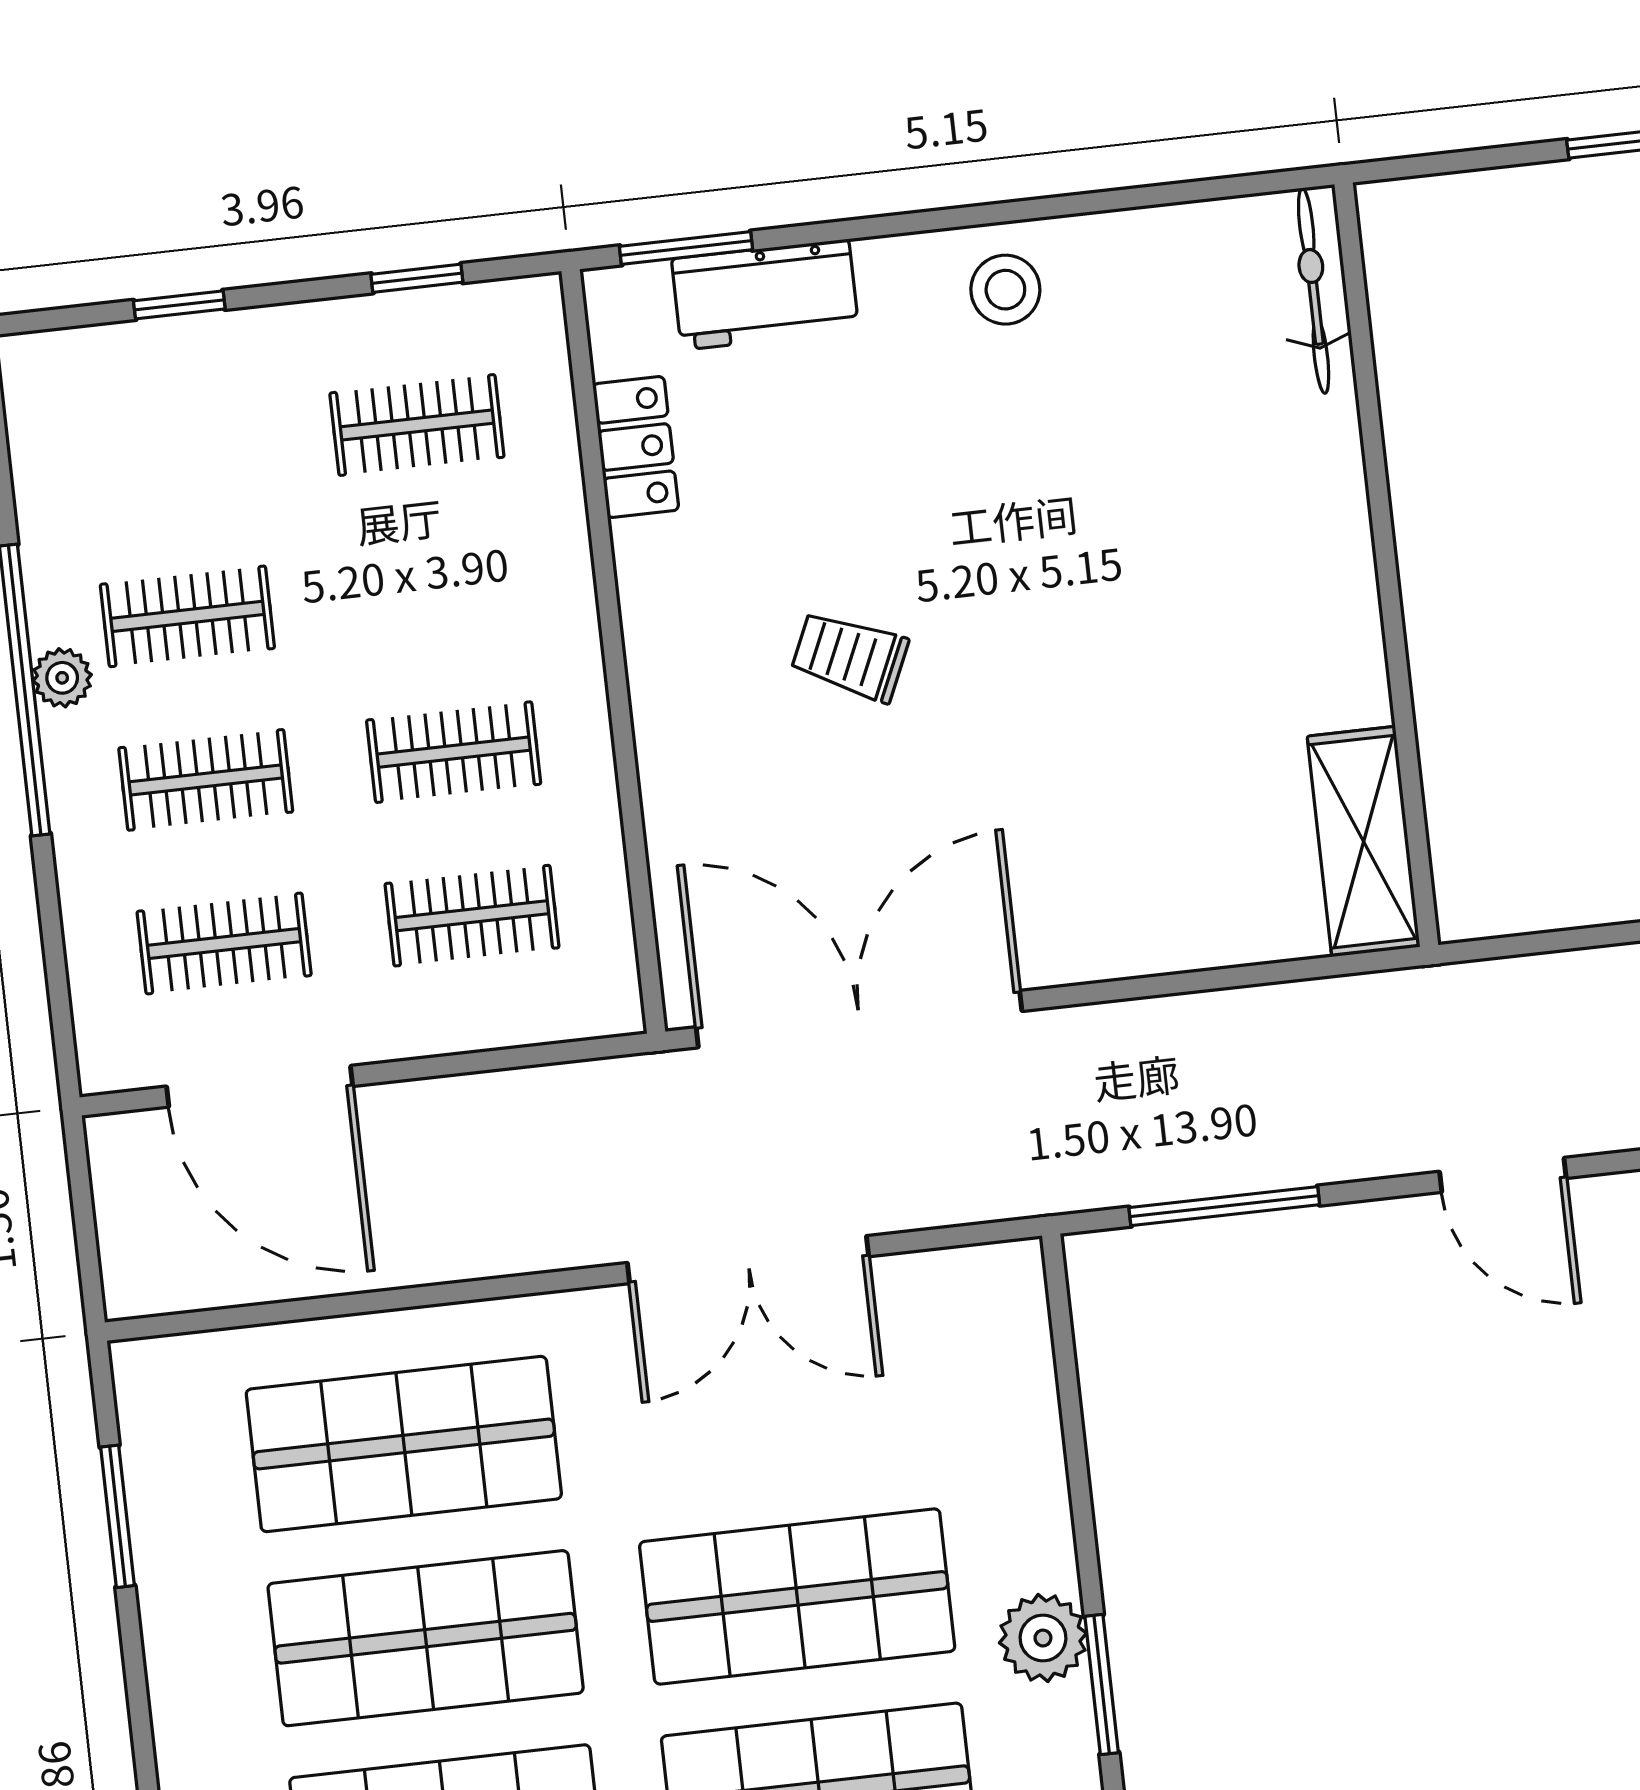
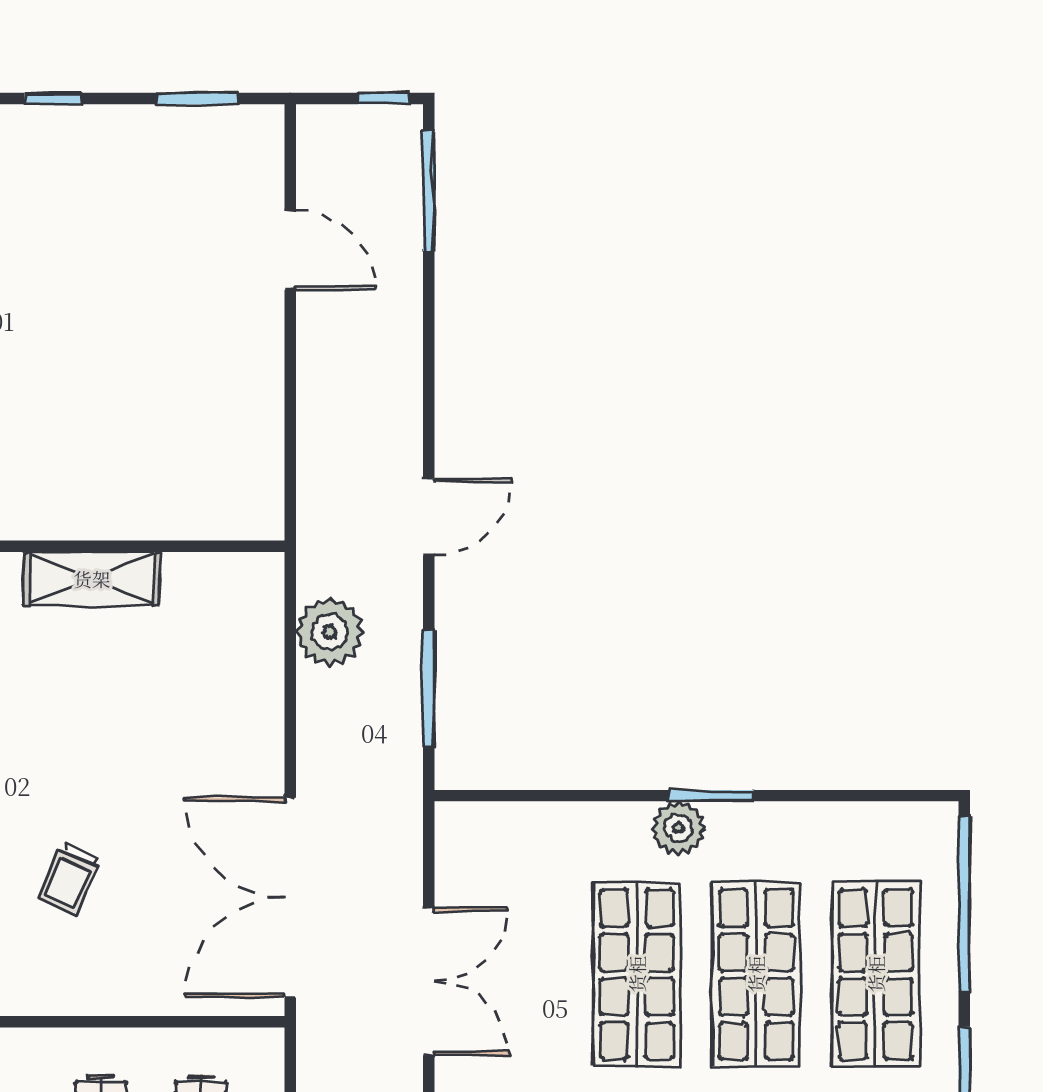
shelving: (1364, 842) -> (92, 579), moved
plant: (1298, 1035) -> (330, 632), added

